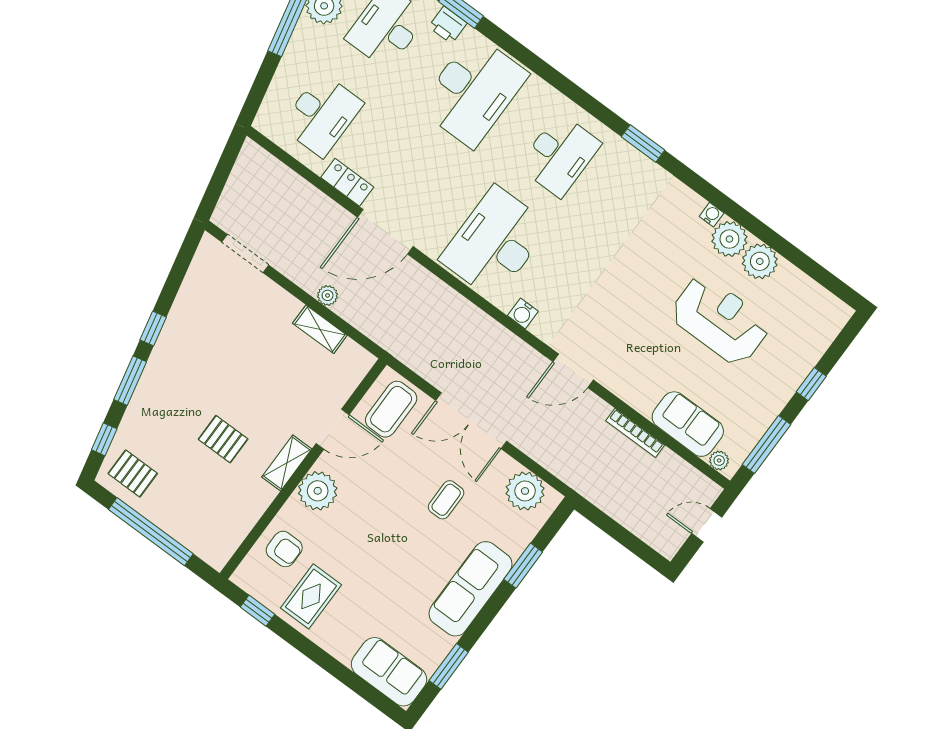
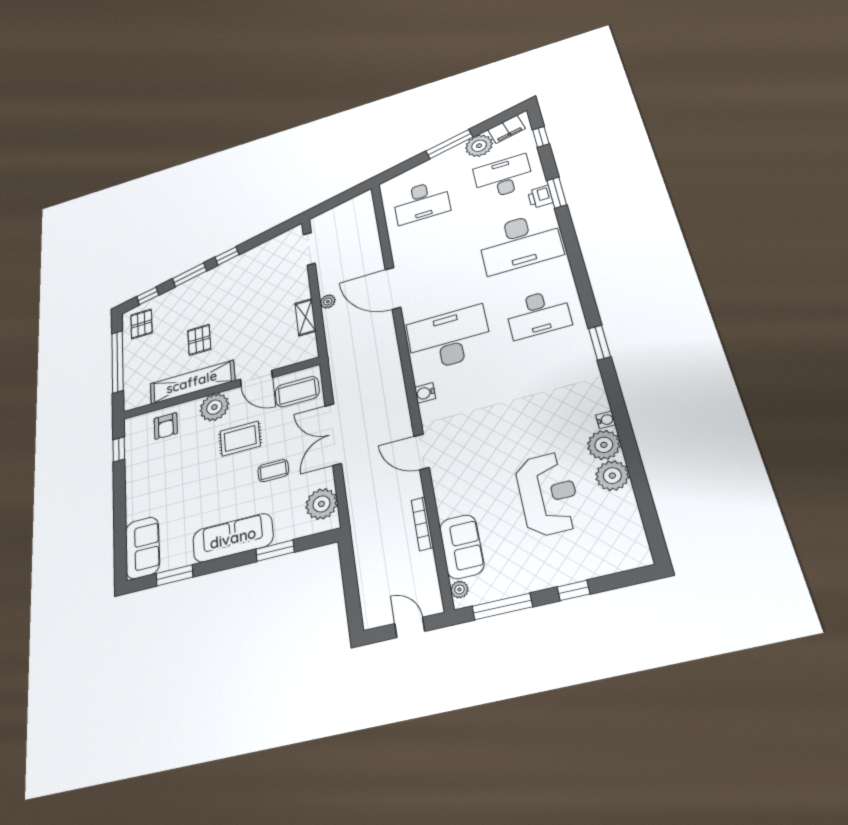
locker: (347, 182) -> (399, 247), removed
shelving: (287, 463) -> (192, 382), width x2.20, depth x1.33
rug: (311, 596) -> (240, 439), moved

